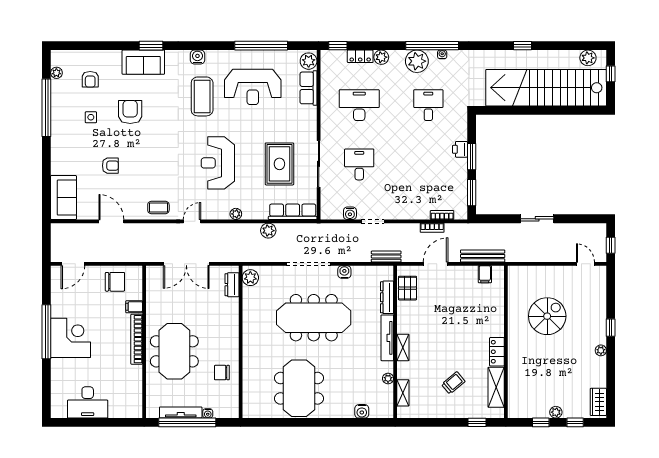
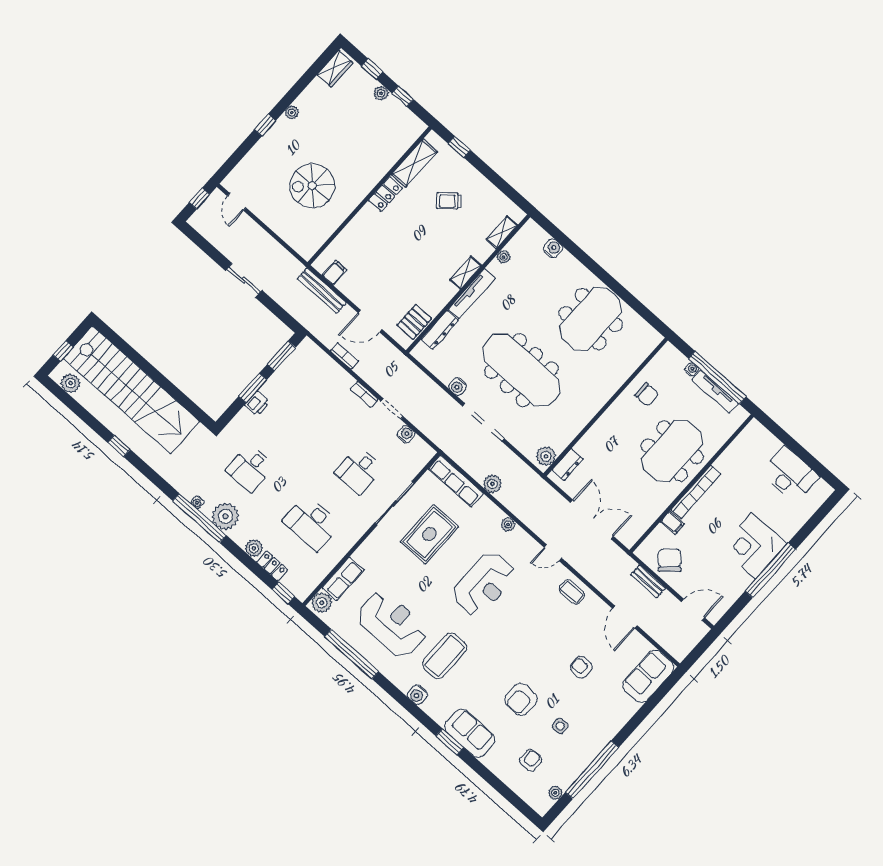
bookcase: (442, 215) -> (364, 394), moved
bench: (386, 257) -> (648, 581), moved
chair: (115, 282) -> (670, 560), turned 48

